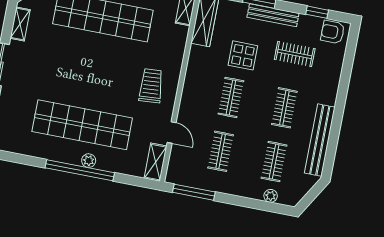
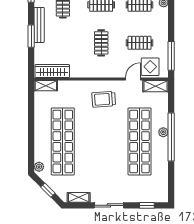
display table: (243, 55) -> (150, 67), moved
clothes rail: (231, 97) -> (101, 43), turned 90

